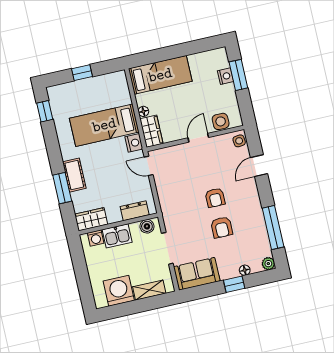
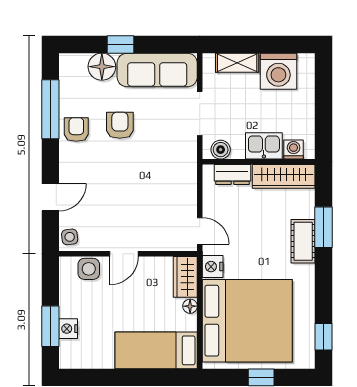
bed: (104, 125) -> (247, 321), width x2.04
armchair: (215, 198) -> (76, 130), moved
wardrobe: (91, 219) -> (284, 176), width x1.50
plant: (268, 264) -> (68, 62), removed
floor lamp: (245, 270) -> (102, 67), width x1.89, depth x1.89
sofa: (197, 274) -> (157, 70), width x1.36

